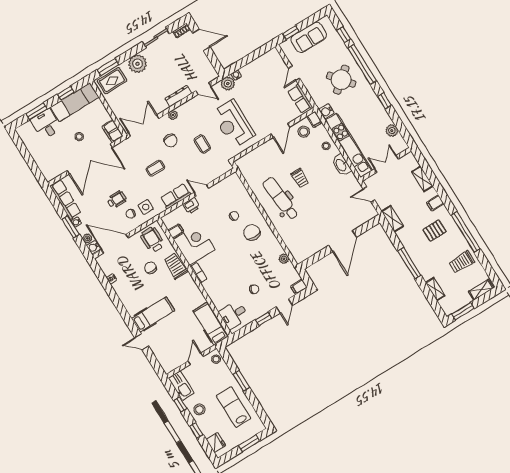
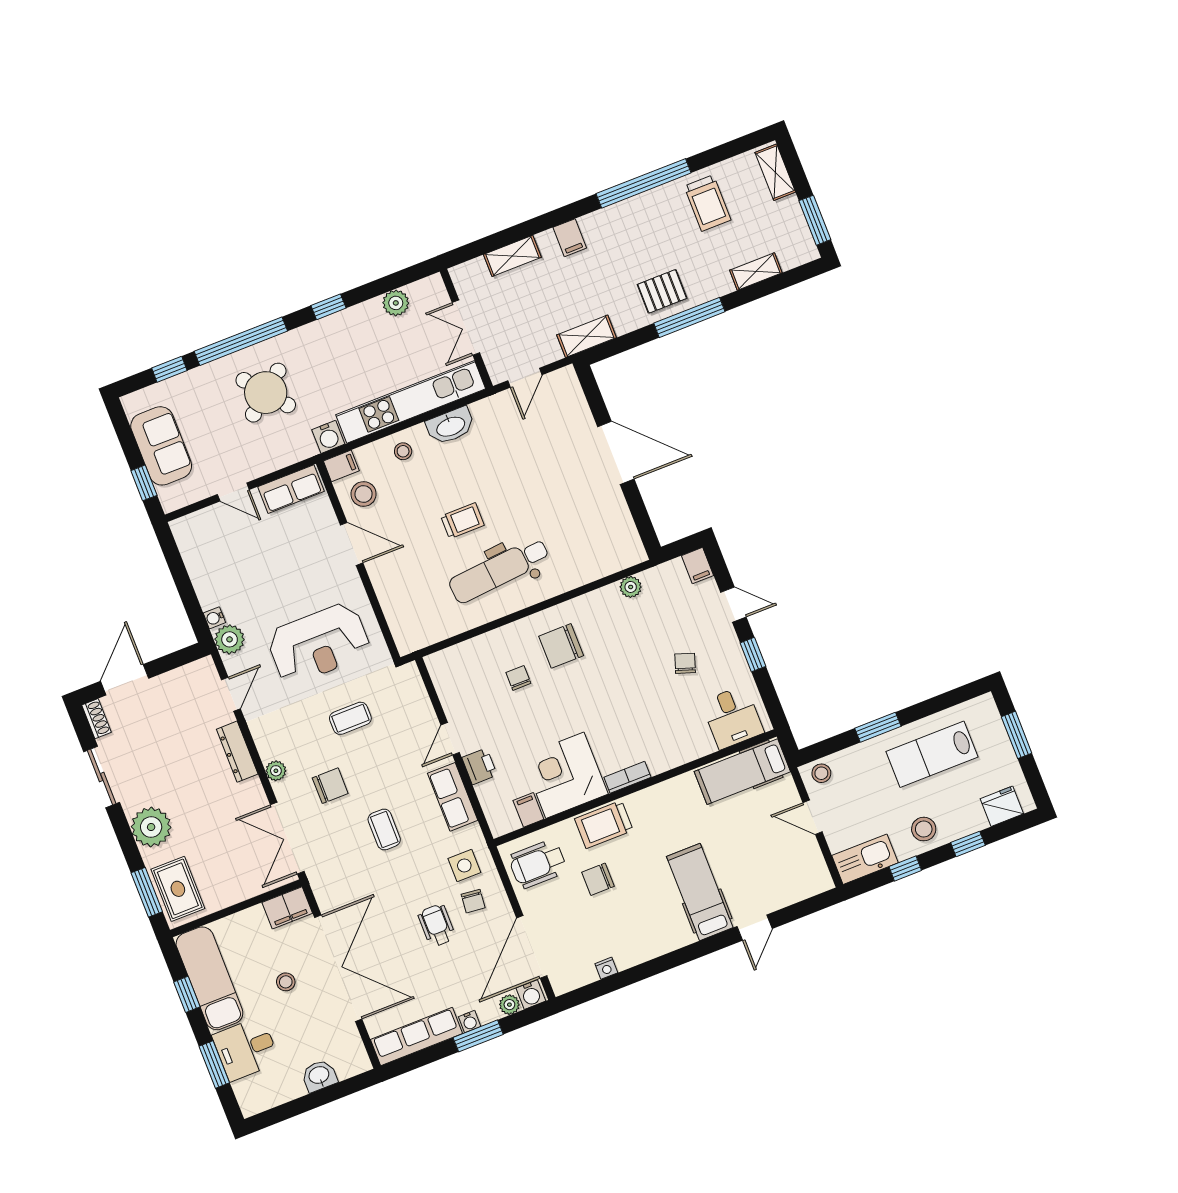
washbasin: (40, 159) -> (319, 1076), added
pallet: (435, 231) -> (662, 291), moved, turned 90

